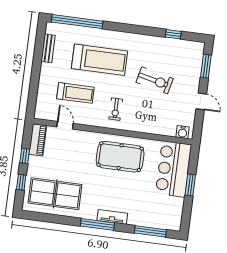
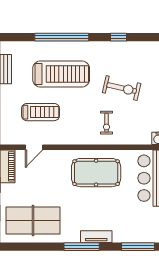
window: (77, 22) -> (62, 37), moved
window: (173, 34) -> (119, 37), moved
exercise bike: (116, 109) -> (106, 123), moved
door: (65, 125) -> (34, 147), swing flipped

